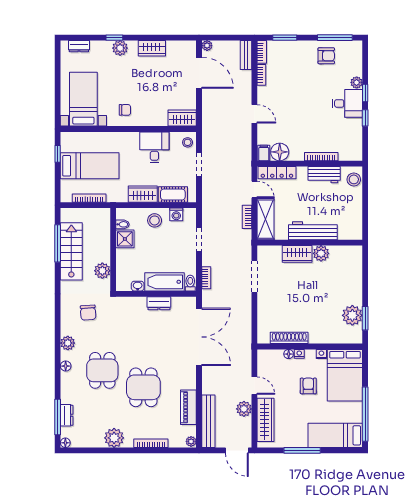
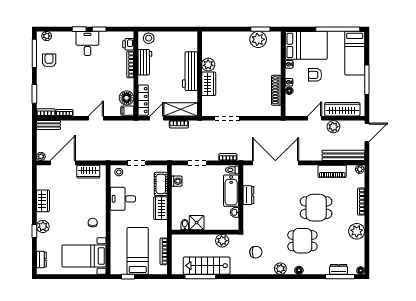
plant: (357, 82) -> (47, 36), moved
wardrobe: (182, 118) -> (88, 172), moved, turned -90
printer: (346, 154) -> (128, 44), added
stool: (155, 220) -> (182, 199), removed

